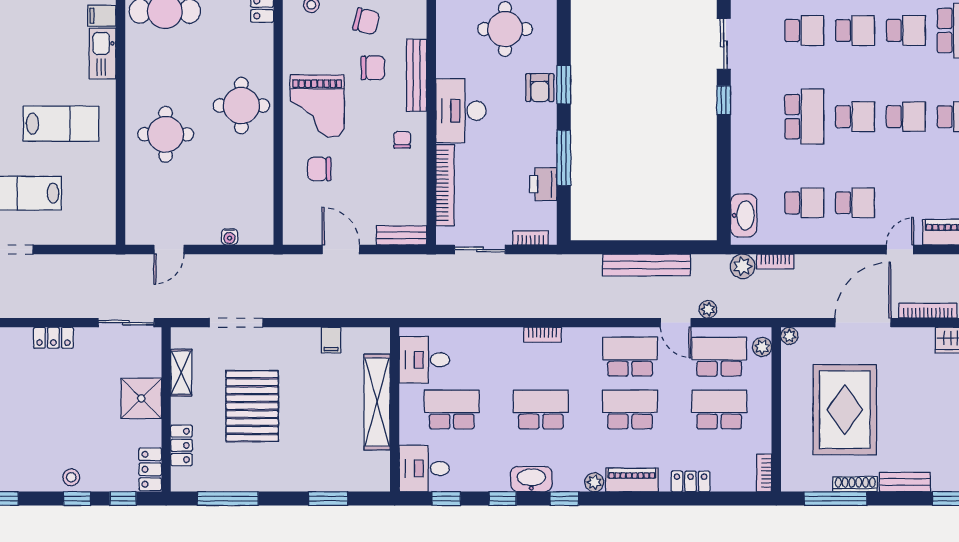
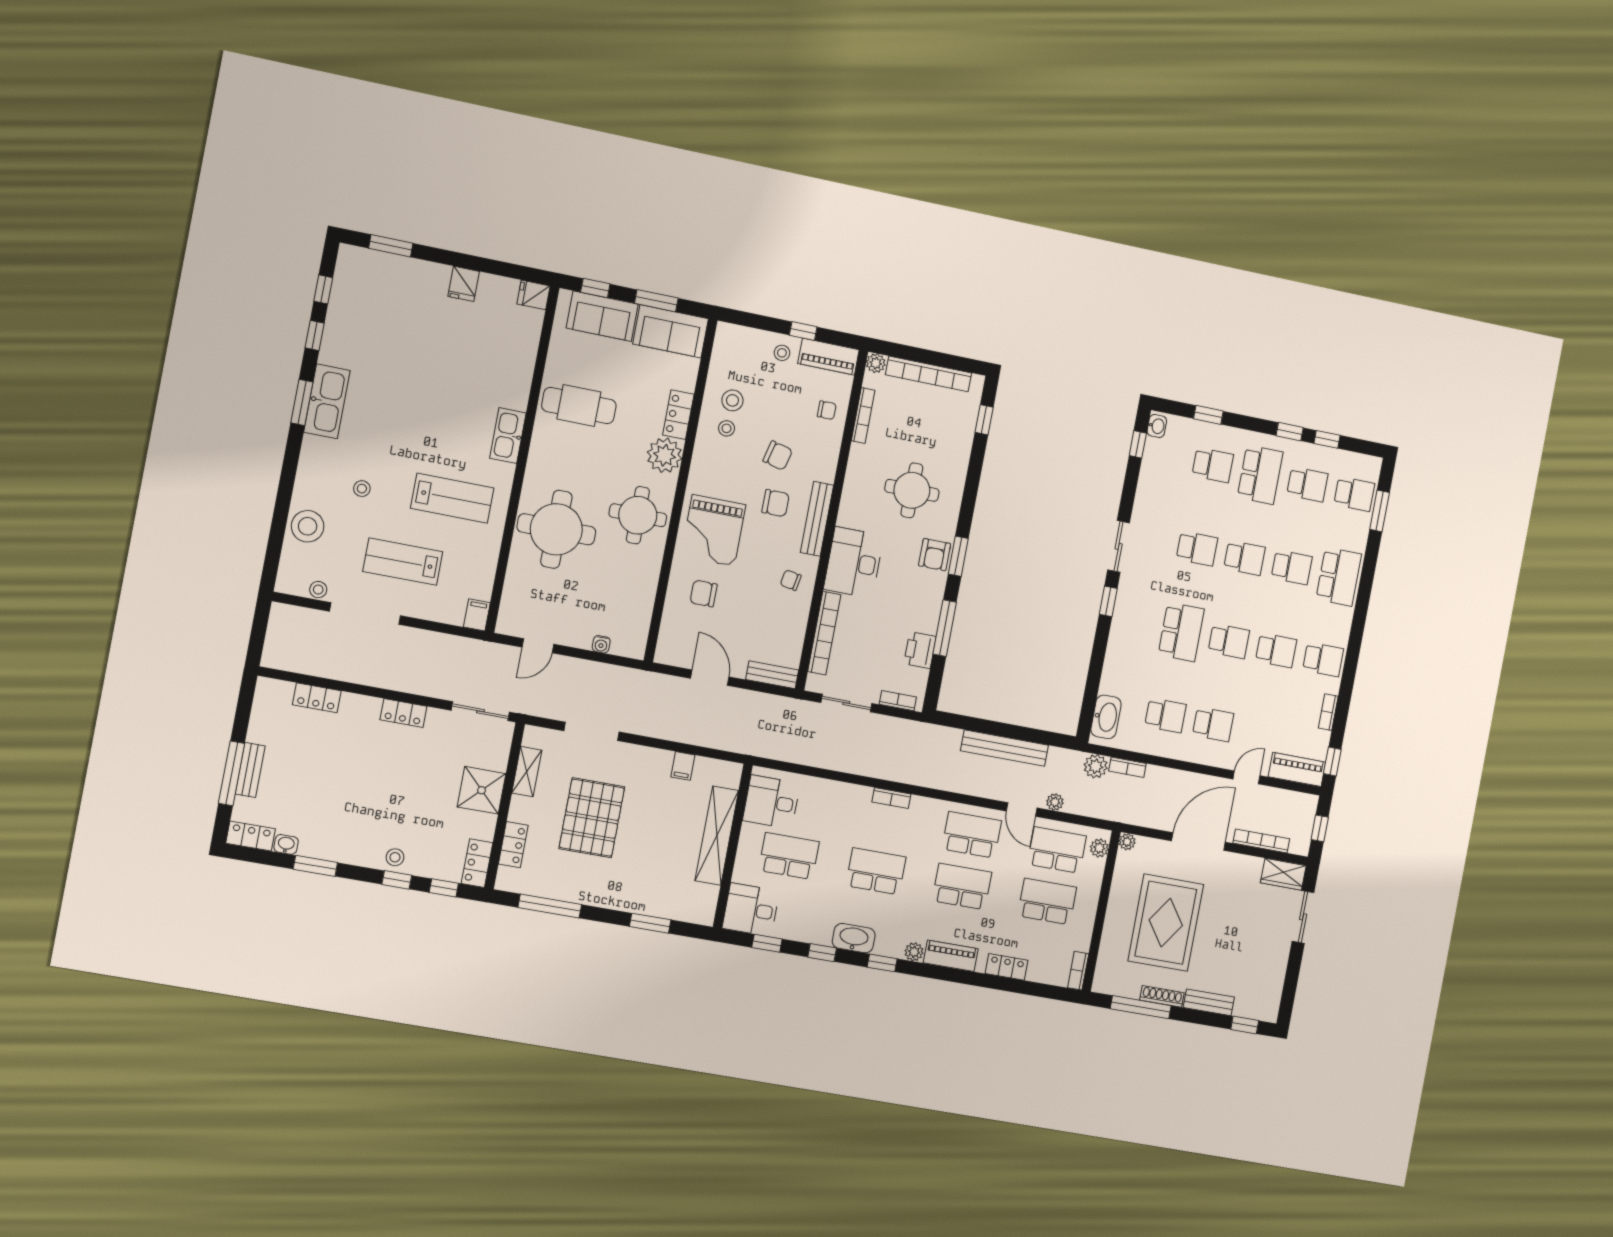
filing cabinet: (102, 16) -> (477, 615), moved, turned 90
plant: (256, 43) -> (664, 455), added
round table: (166, 134) -> (556, 529), width x1.36, depth x1.36
chair: (402, 140) -> (791, 580), turned -80

